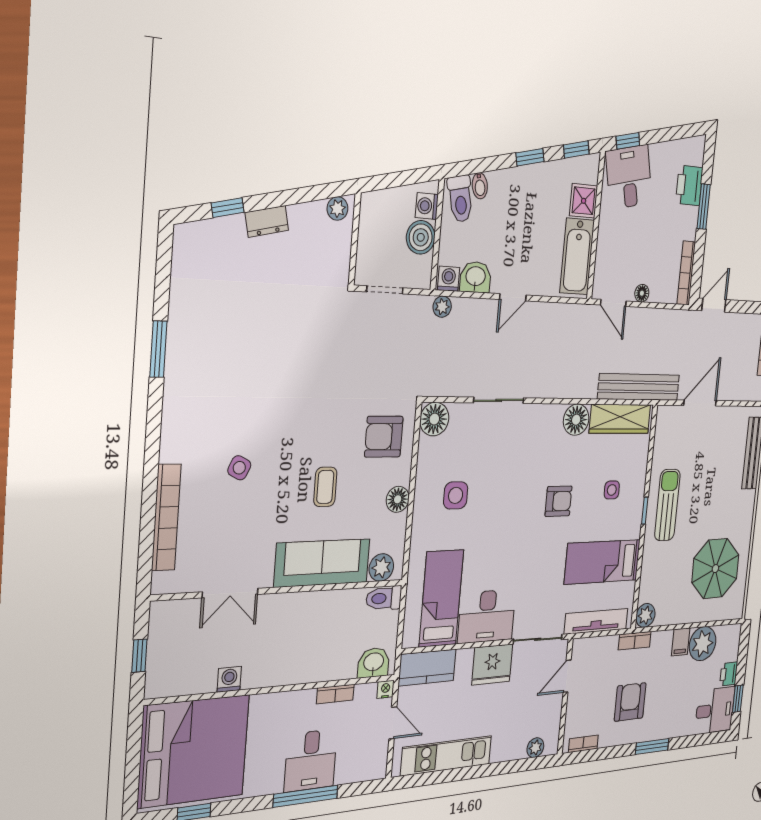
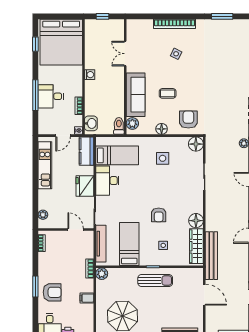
bookcase: (166, 517) -> (175, 24), moved
plant: (703, 644) -> (85, 313), removed
washing machine: (229, 679) -> (90, 75), moved
armchair: (630, 702) -> (52, 292), moved

